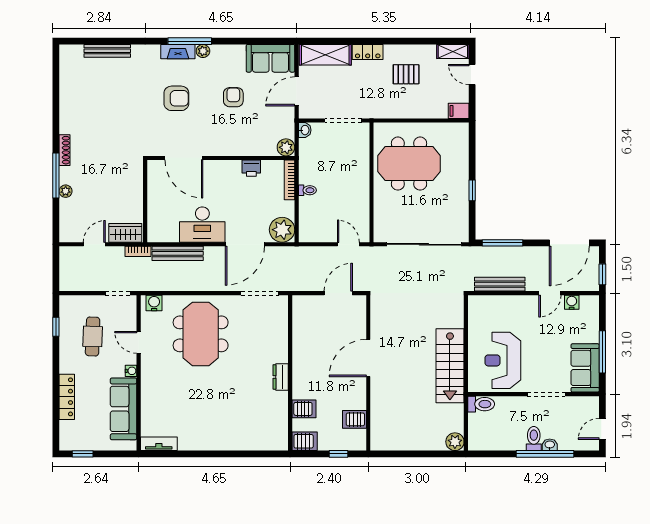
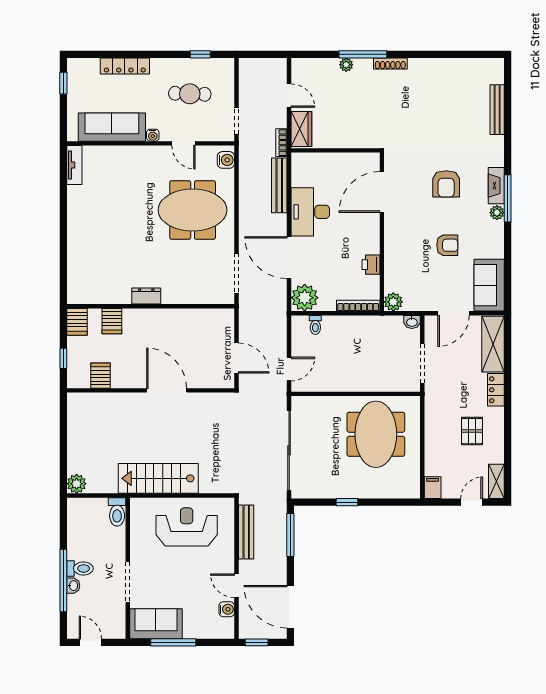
door: (297, 91) -> (453, 313), swing flipped
toilet: (307, 190) -> (315, 325), moved
door: (139, 342) -> (183, 143), swing flipped
reception desk: (503, 360) -> (187, 527), moved

